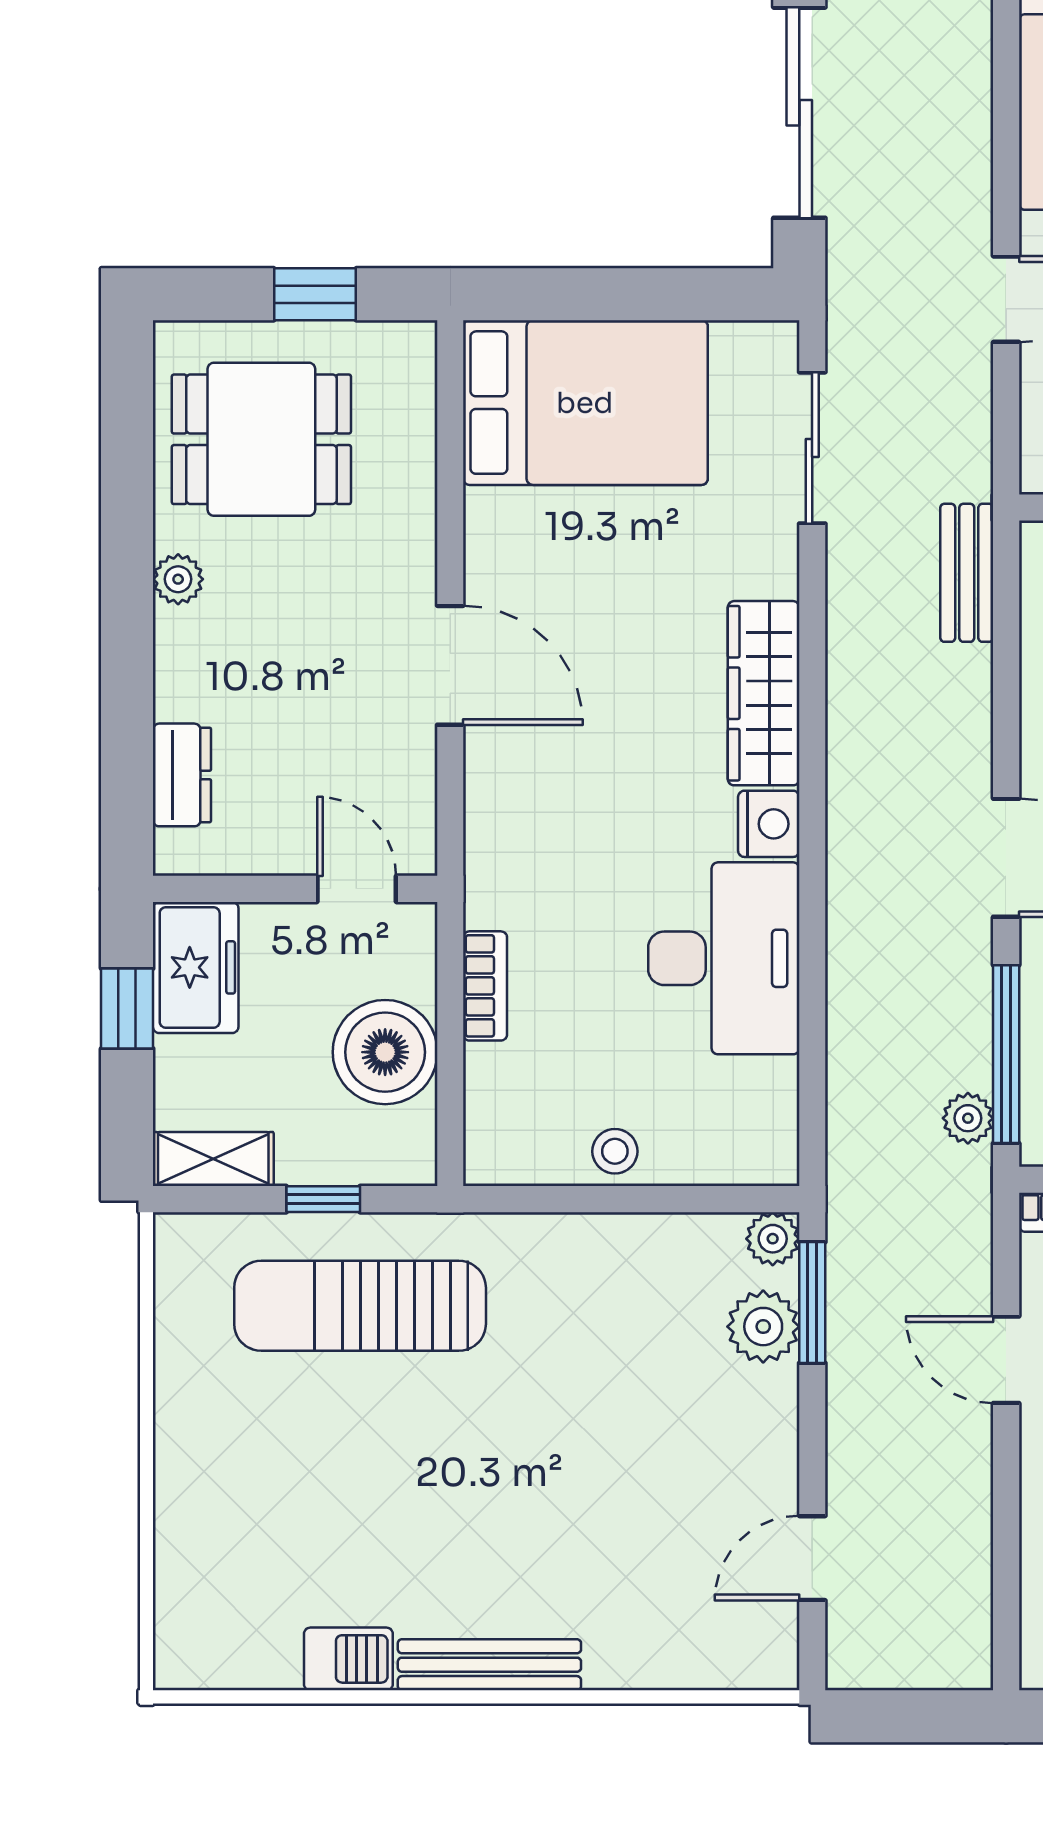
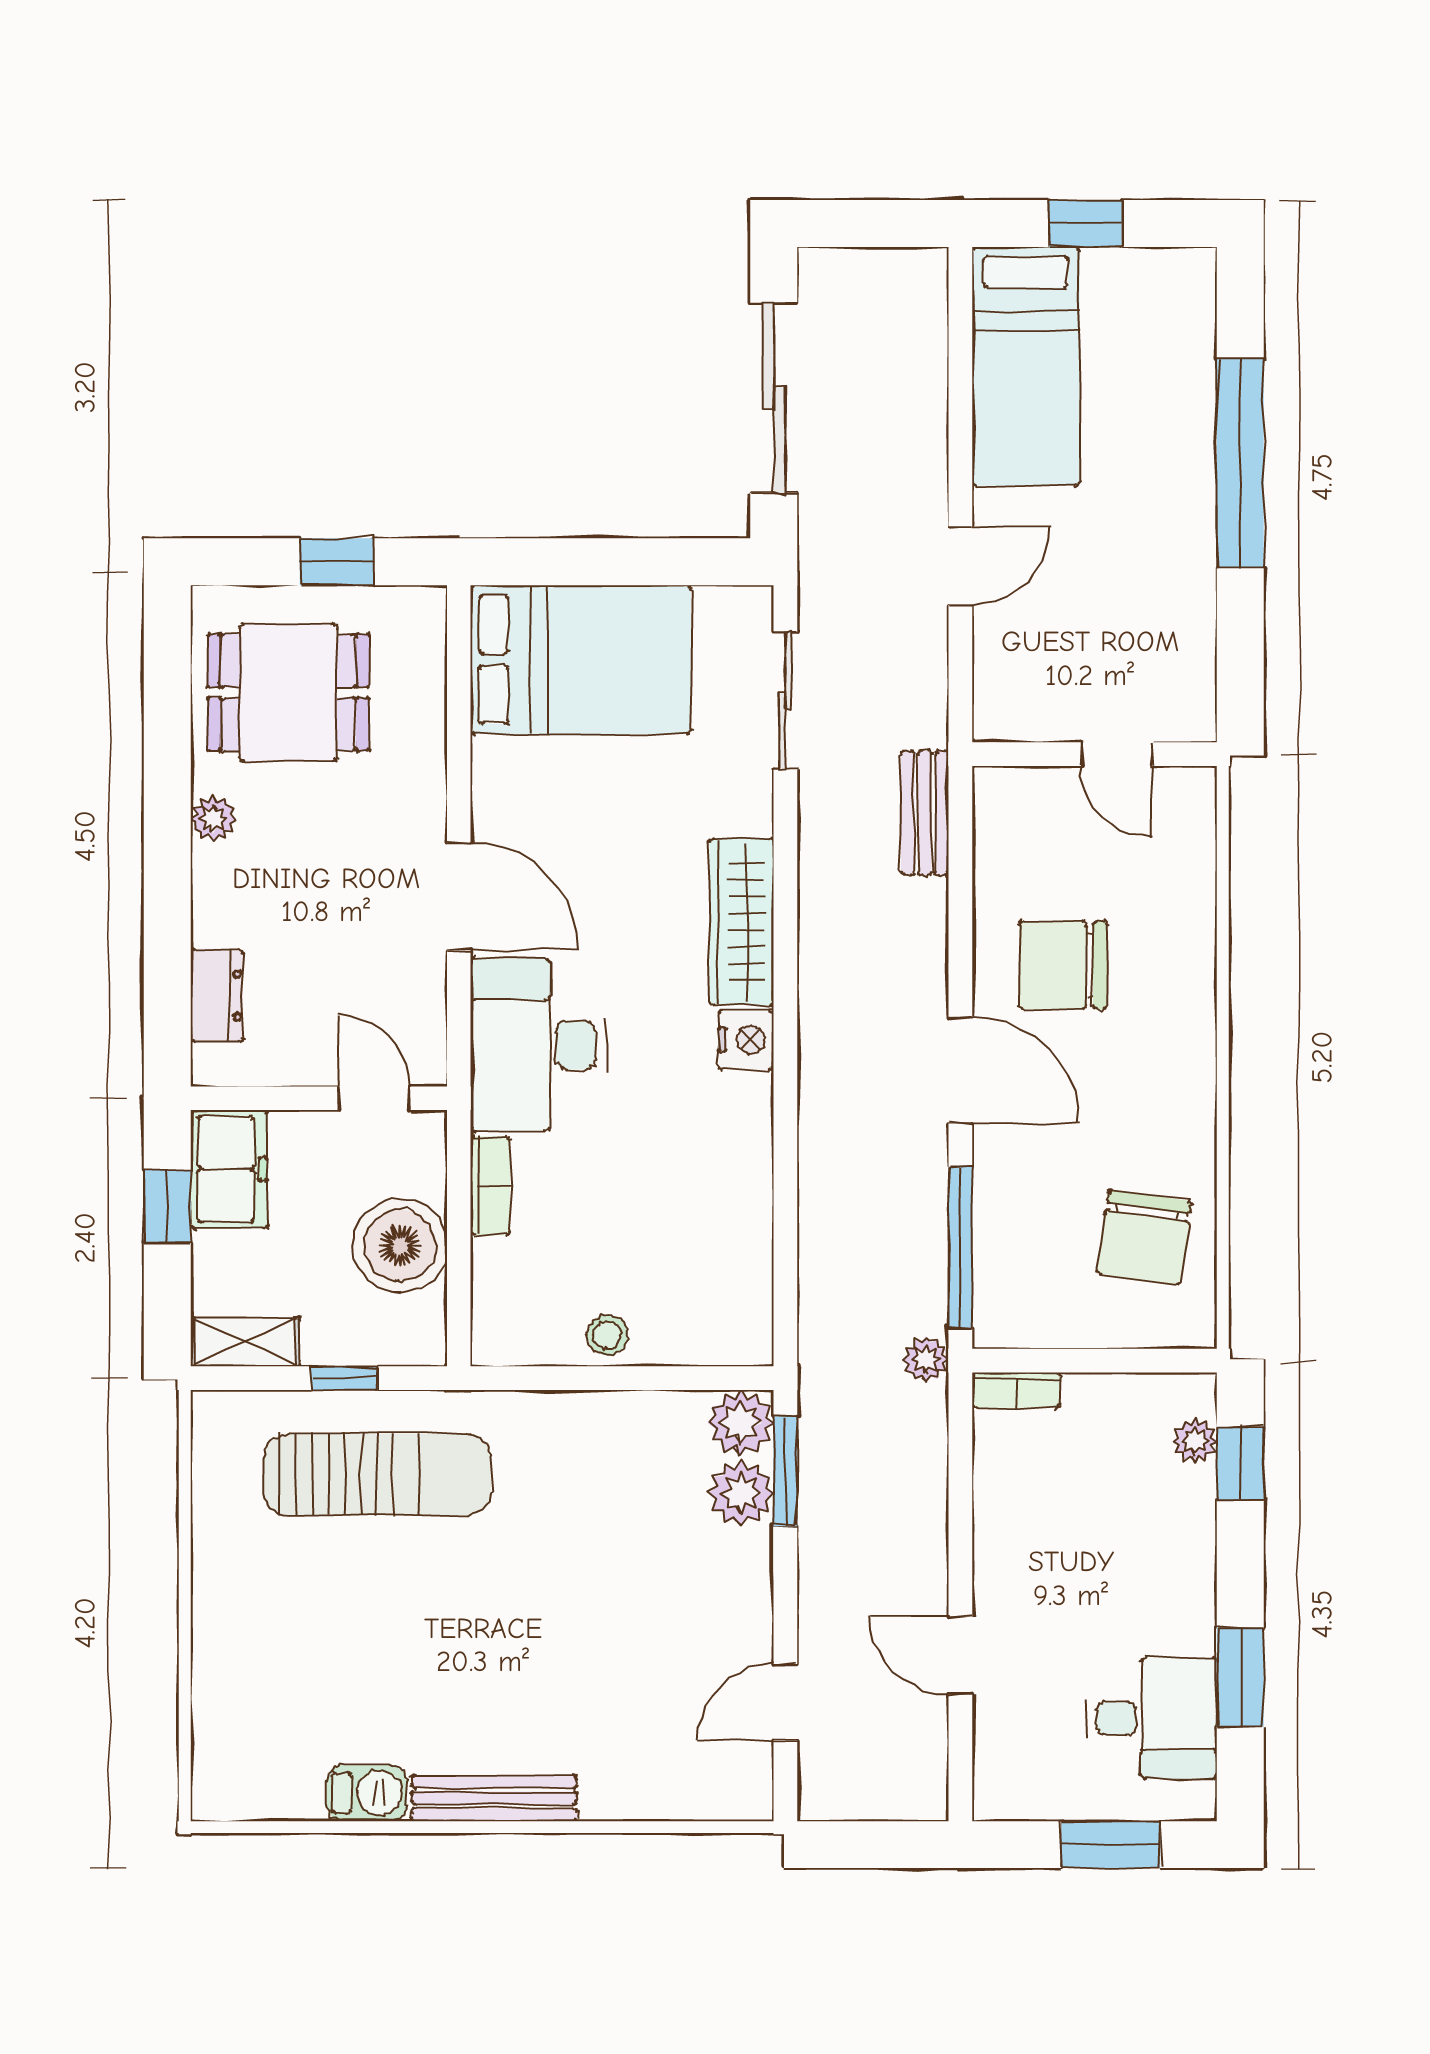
desk: (724, 958) -> (539, 1045), moved, turned 180
plant: (968, 1118) -> (926, 1359), moved
plant: (773, 1239) -> (741, 1423), width x1.38, depth x1.38
sun lounger: (360, 1306) -> (377, 1474), turned 180
door: (1006, 1360) -> (960, 1656), moved

